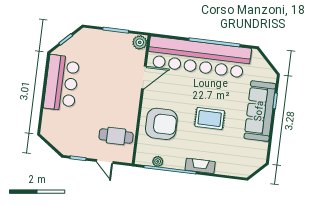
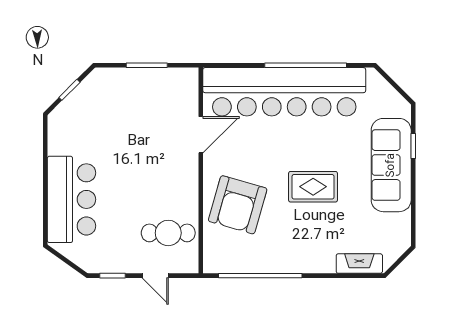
plant: (140, 42) -> (187, 80), removed
bar counter: (62, 83) -> (71, 199), moved
armchair: (161, 124) -> (238, 205), turned 106
plant: (158, 161) -> (239, 265), removed
fireplace: (200, 166) -> (359, 264), moved

